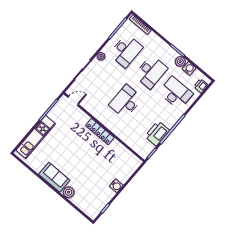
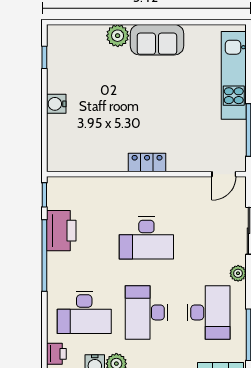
desk: (126, 51) -> (209, 312), turned 180
desk: (126, 102) -> (146, 238), turned 90
locker: (100, 132) -> (147, 162), width x0.66

